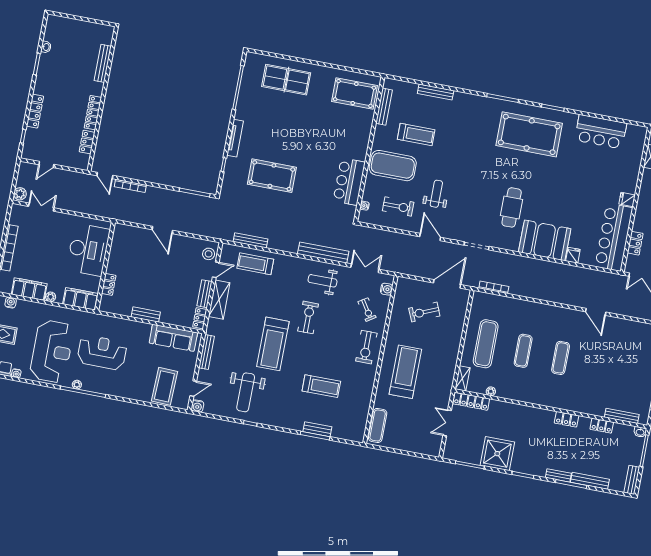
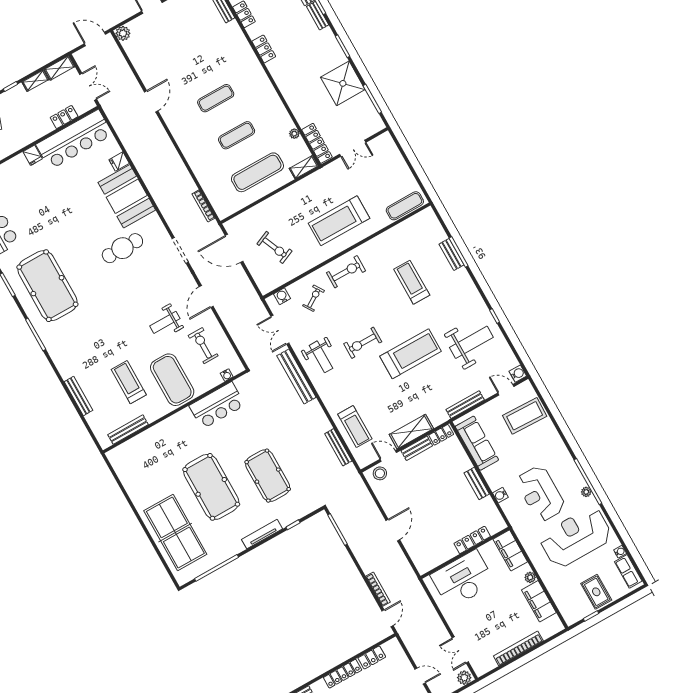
table tennis table: (286, 80) -> (175, 532), width x1.36, depth x1.32
pool table: (355, 93) -> (211, 487), moved, width x1.36, depth x1.32
locker: (109, 284) -> (472, 540), width x1.53
water cooler: (11, 303) -> (500, 495), moved

